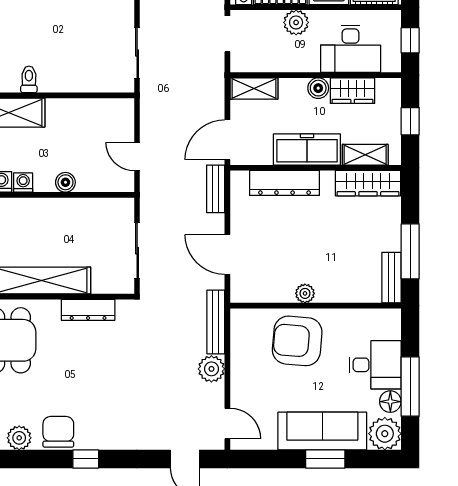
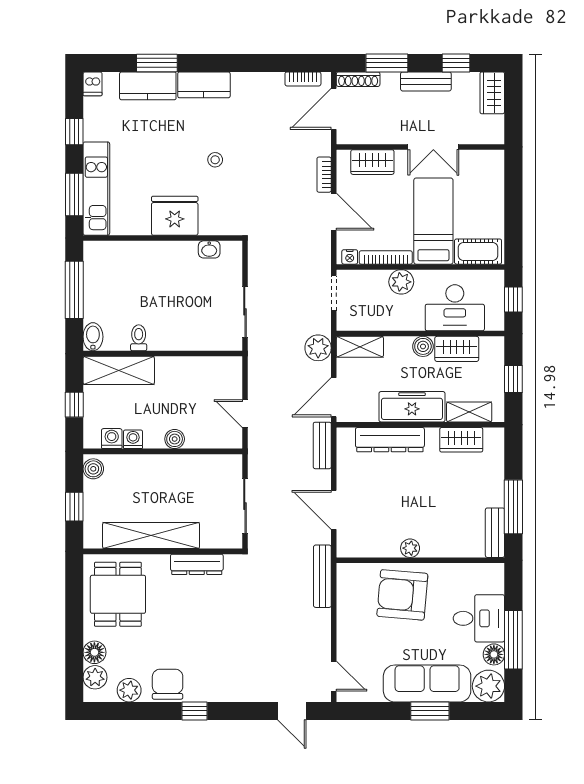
wardrobe: (368, 183) -> (461, 440), width x0.67
plant: (211, 369) -> (318, 348), moved

